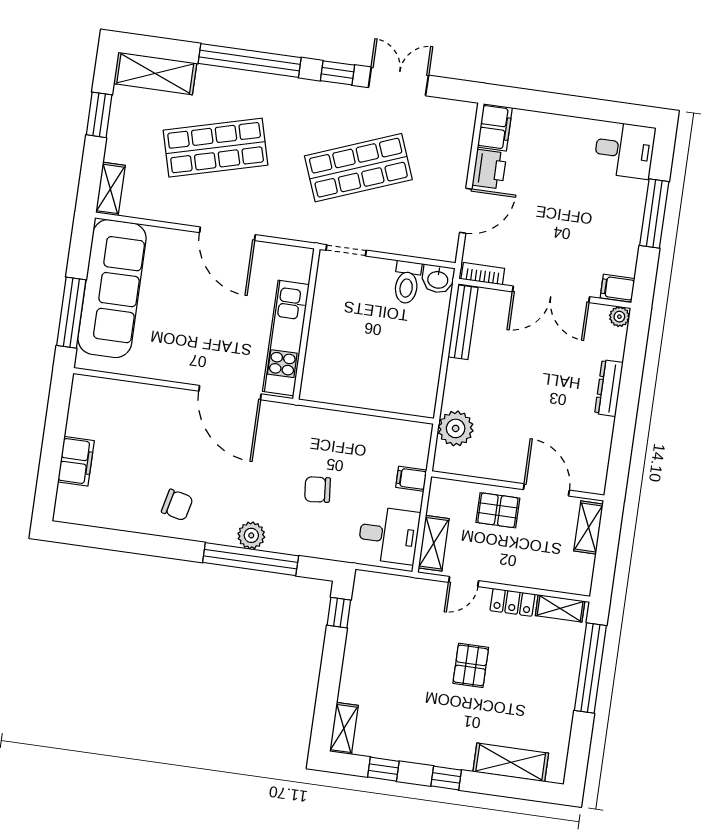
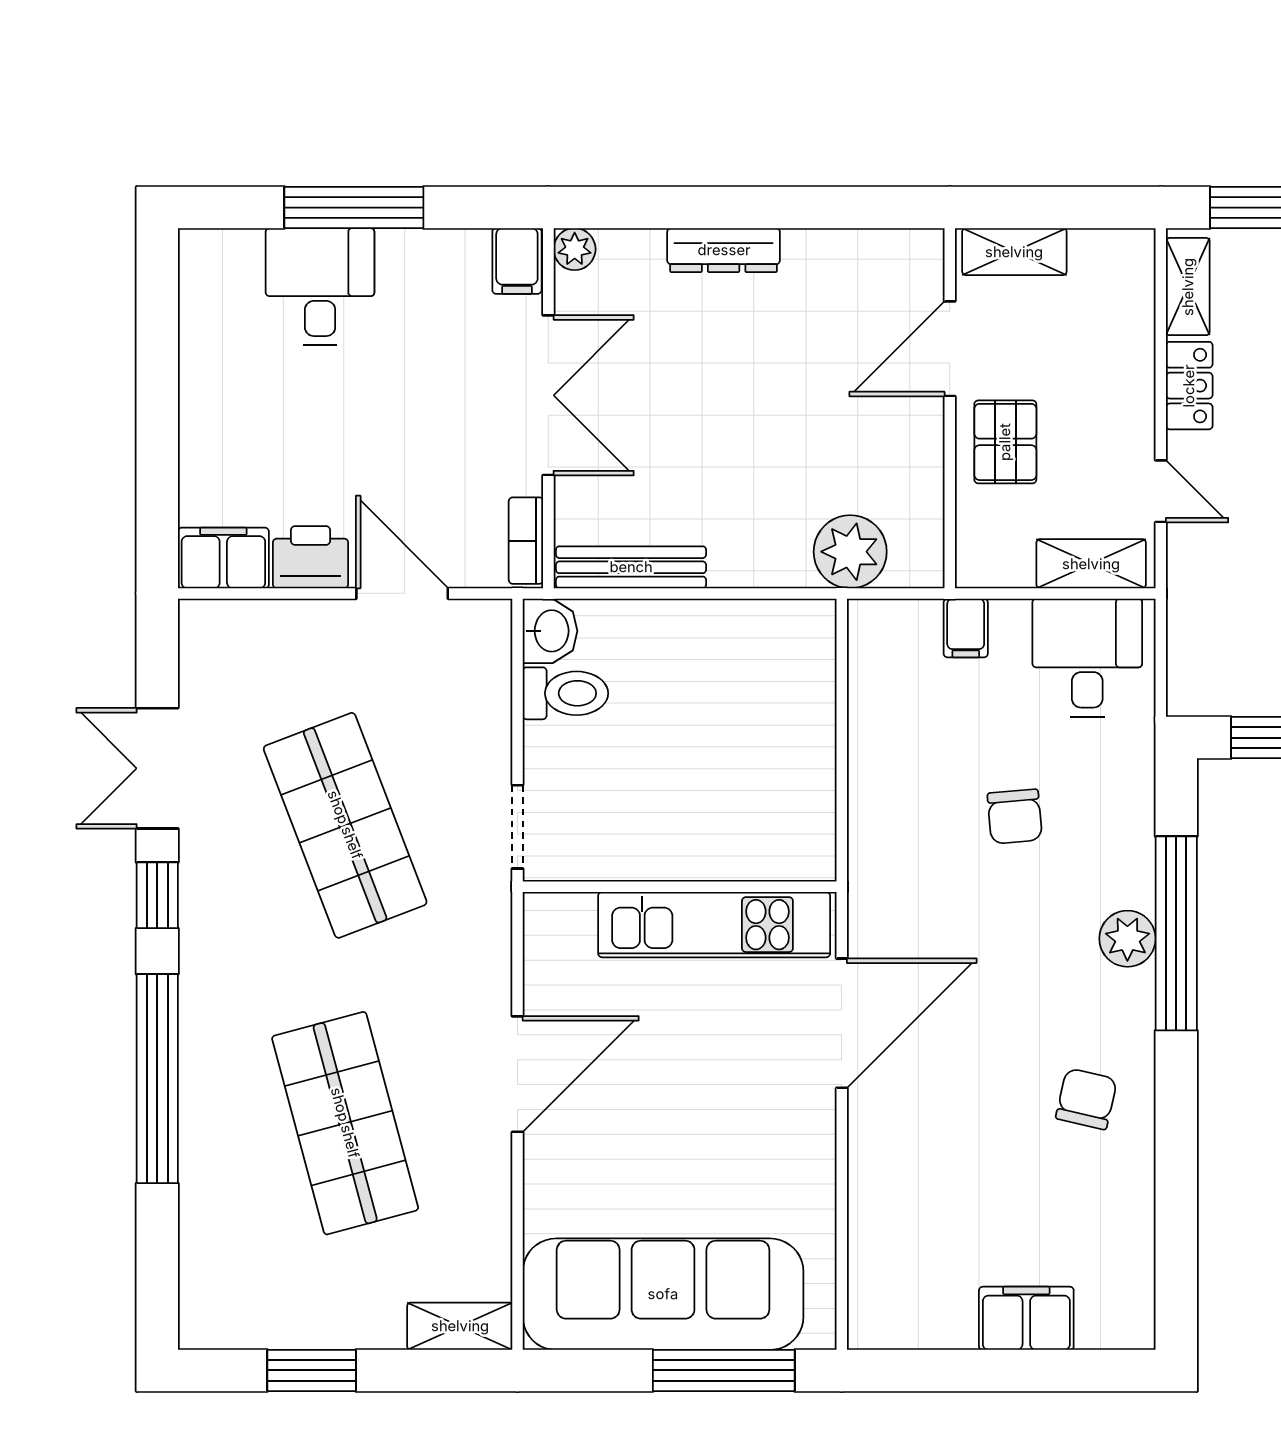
shelving: (155, 73) -> (211, 1268), removed
desk: (624, 150) -> (320, 287), moved

